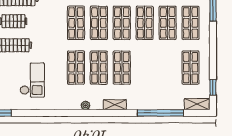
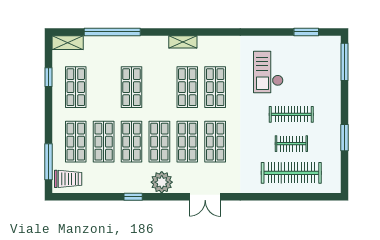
shop shelf: (122, 68) -> (132, 87), moved
window: (213, 87) -> (48, 77), moved
plant: (85, 105) -> (204, 41), removed
shelving: (115, 105) -> (183, 42), moved

